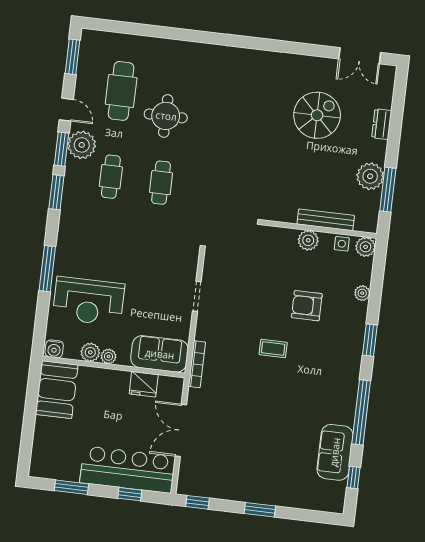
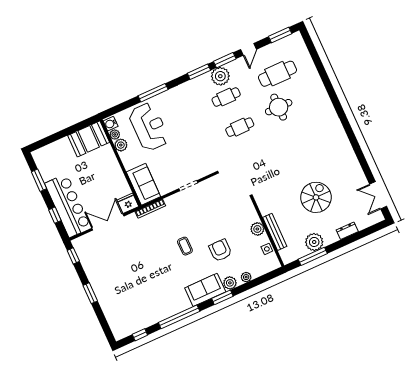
spiral stairs: (317, 115) -> (316, 197), moved, turned -90
plant: (82, 145) -> (220, 76), moved
plant: (366, 247) -> (230, 283), moved
reception desk: (89, 301) -> (149, 127), turned 180
plant: (109, 356) -> (115, 134), moved
fridge: (144, 384) -> (128, 203), moved, turned 90
sofa: (335, 452) -> (205, 290), moved

